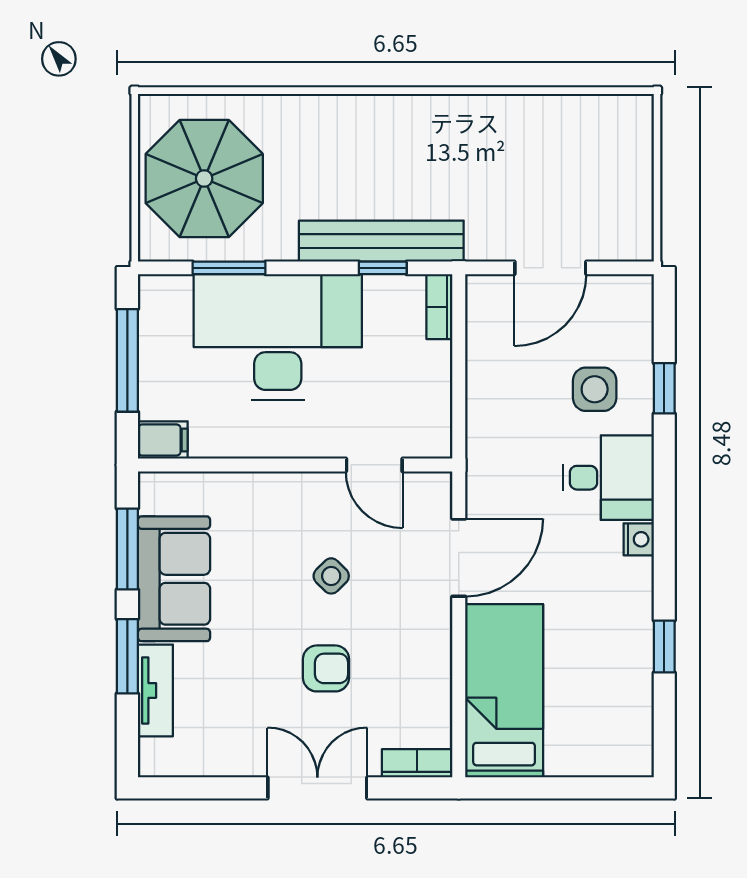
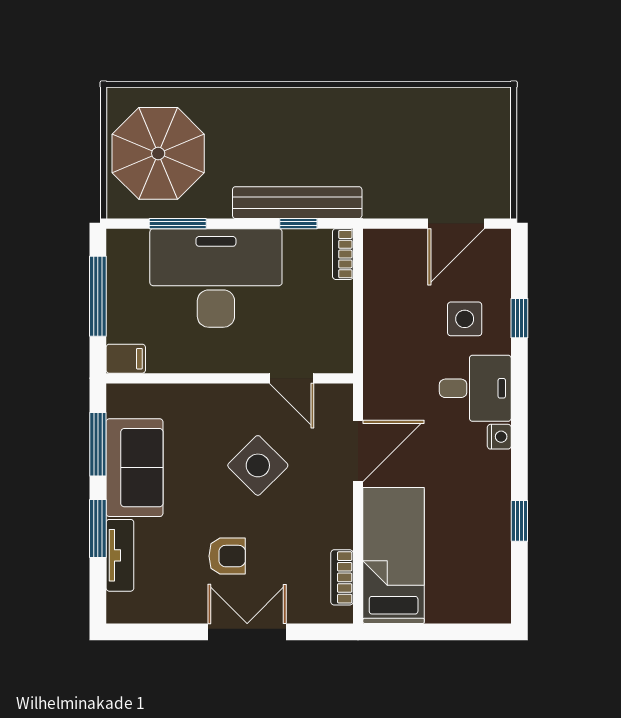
door: (550, 268) -> (456, 224), moved
side table: (331, 576) -> (258, 465), width x1.87, depth x1.87
armchair: (326, 668) -> (227, 556), moved
bookcase: (417, 763) -> (342, 577), moved, turned -90

